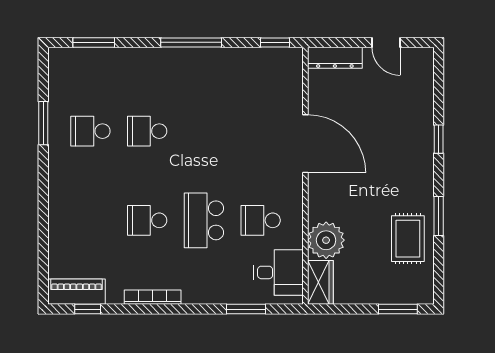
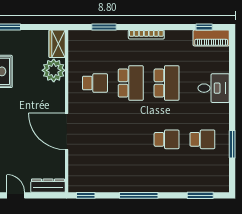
school desk: (147, 220) -> (167, 83), width x1.85
desk: (278, 272) -> (214, 88), moved, turned 180
bookcase: (153, 297) -> (146, 34), moved

